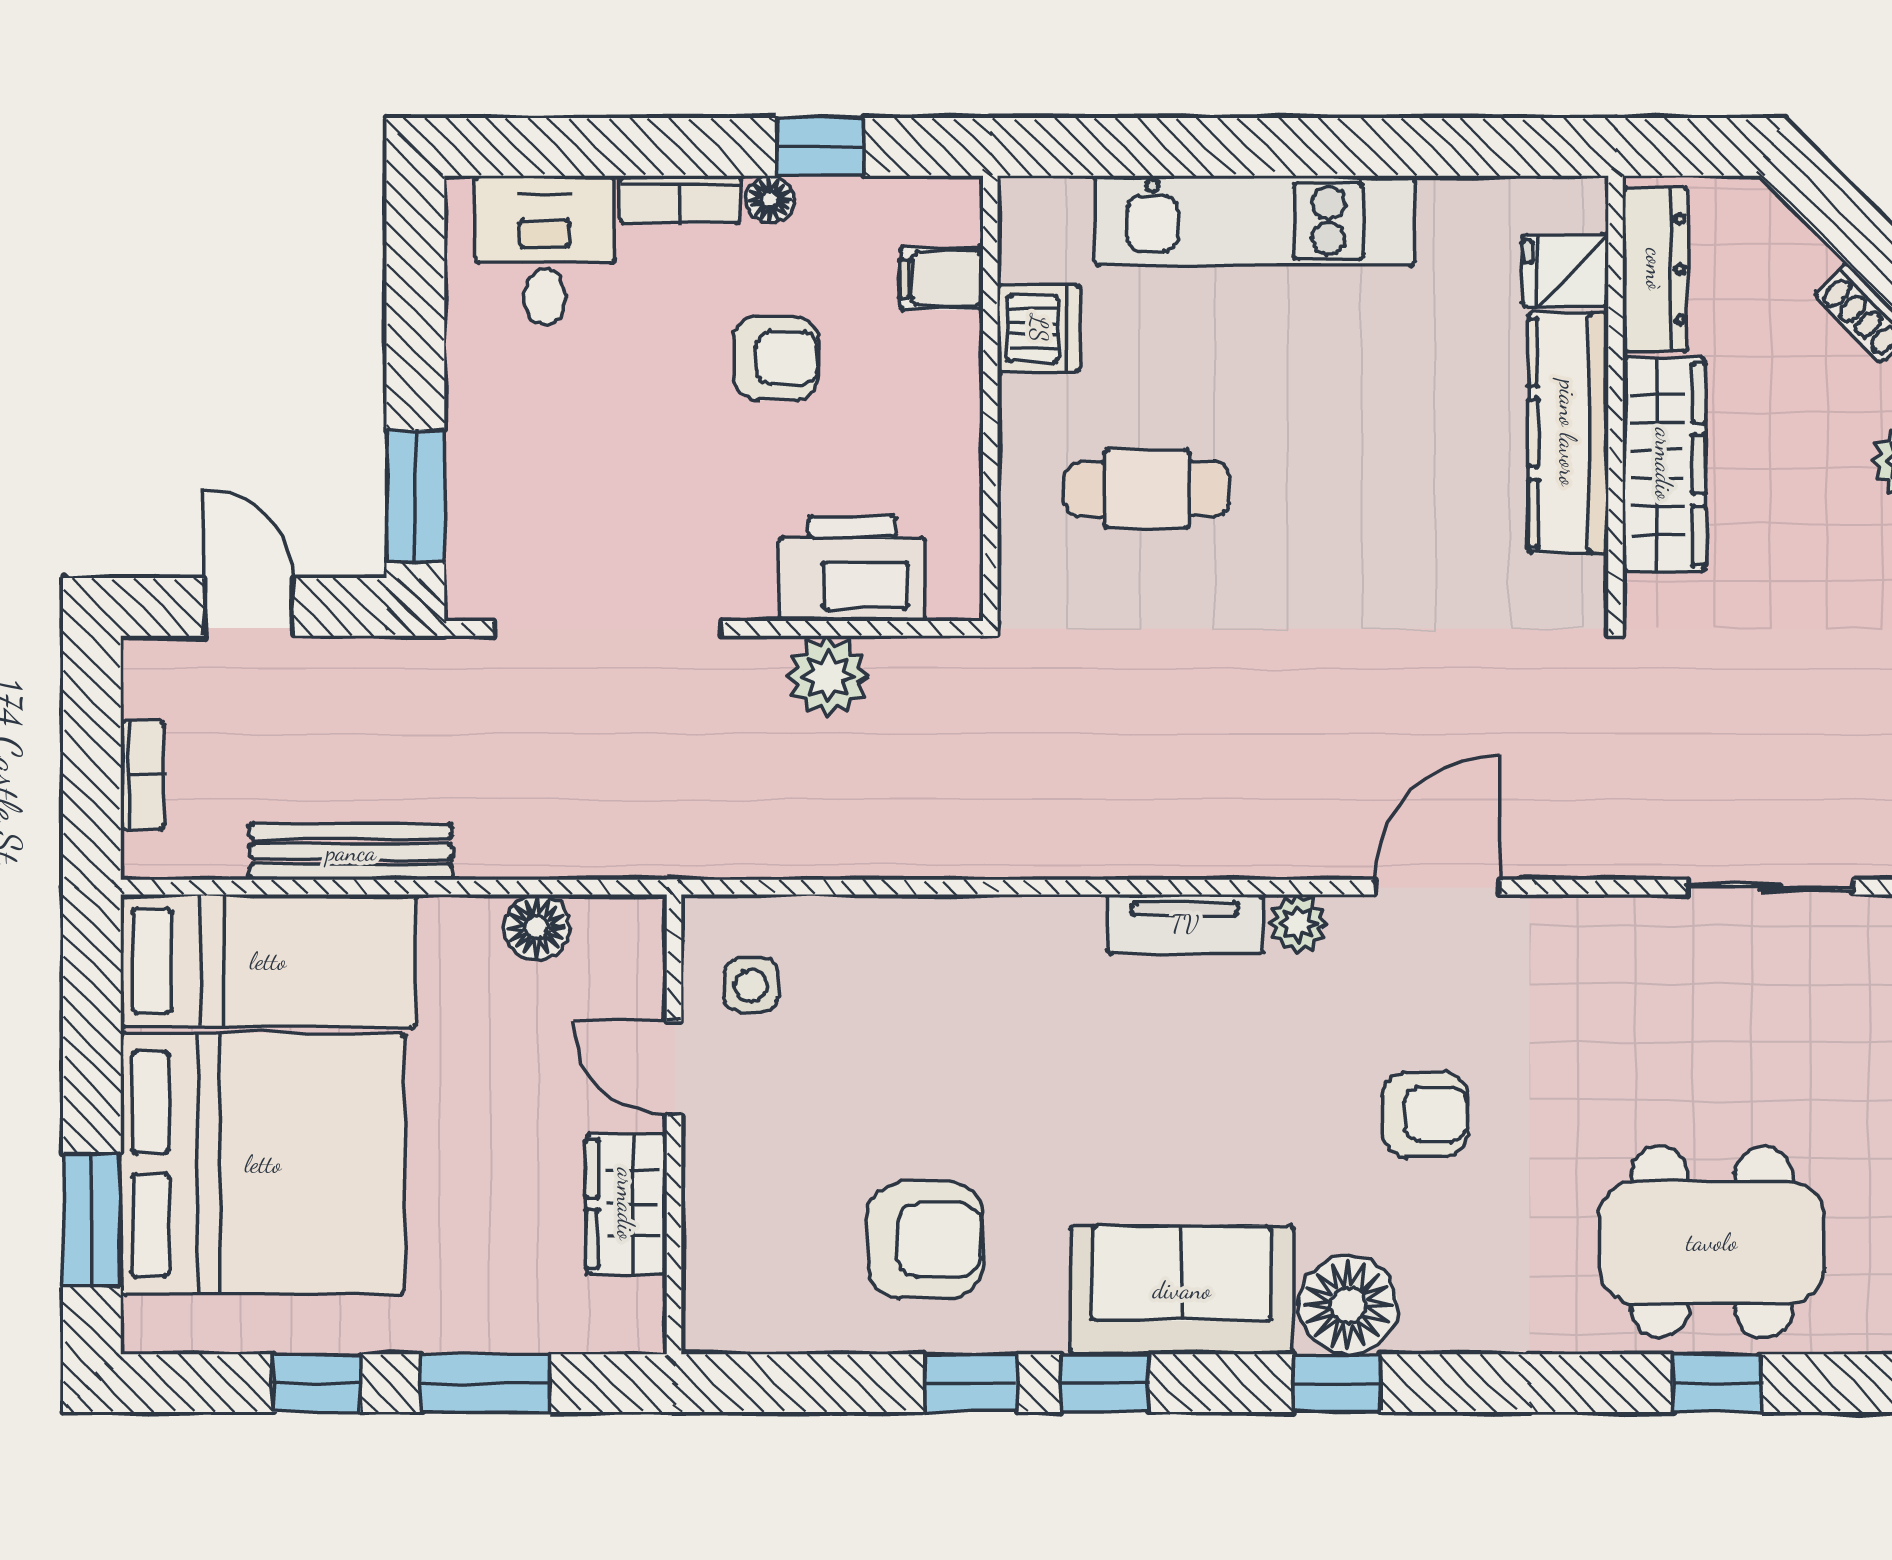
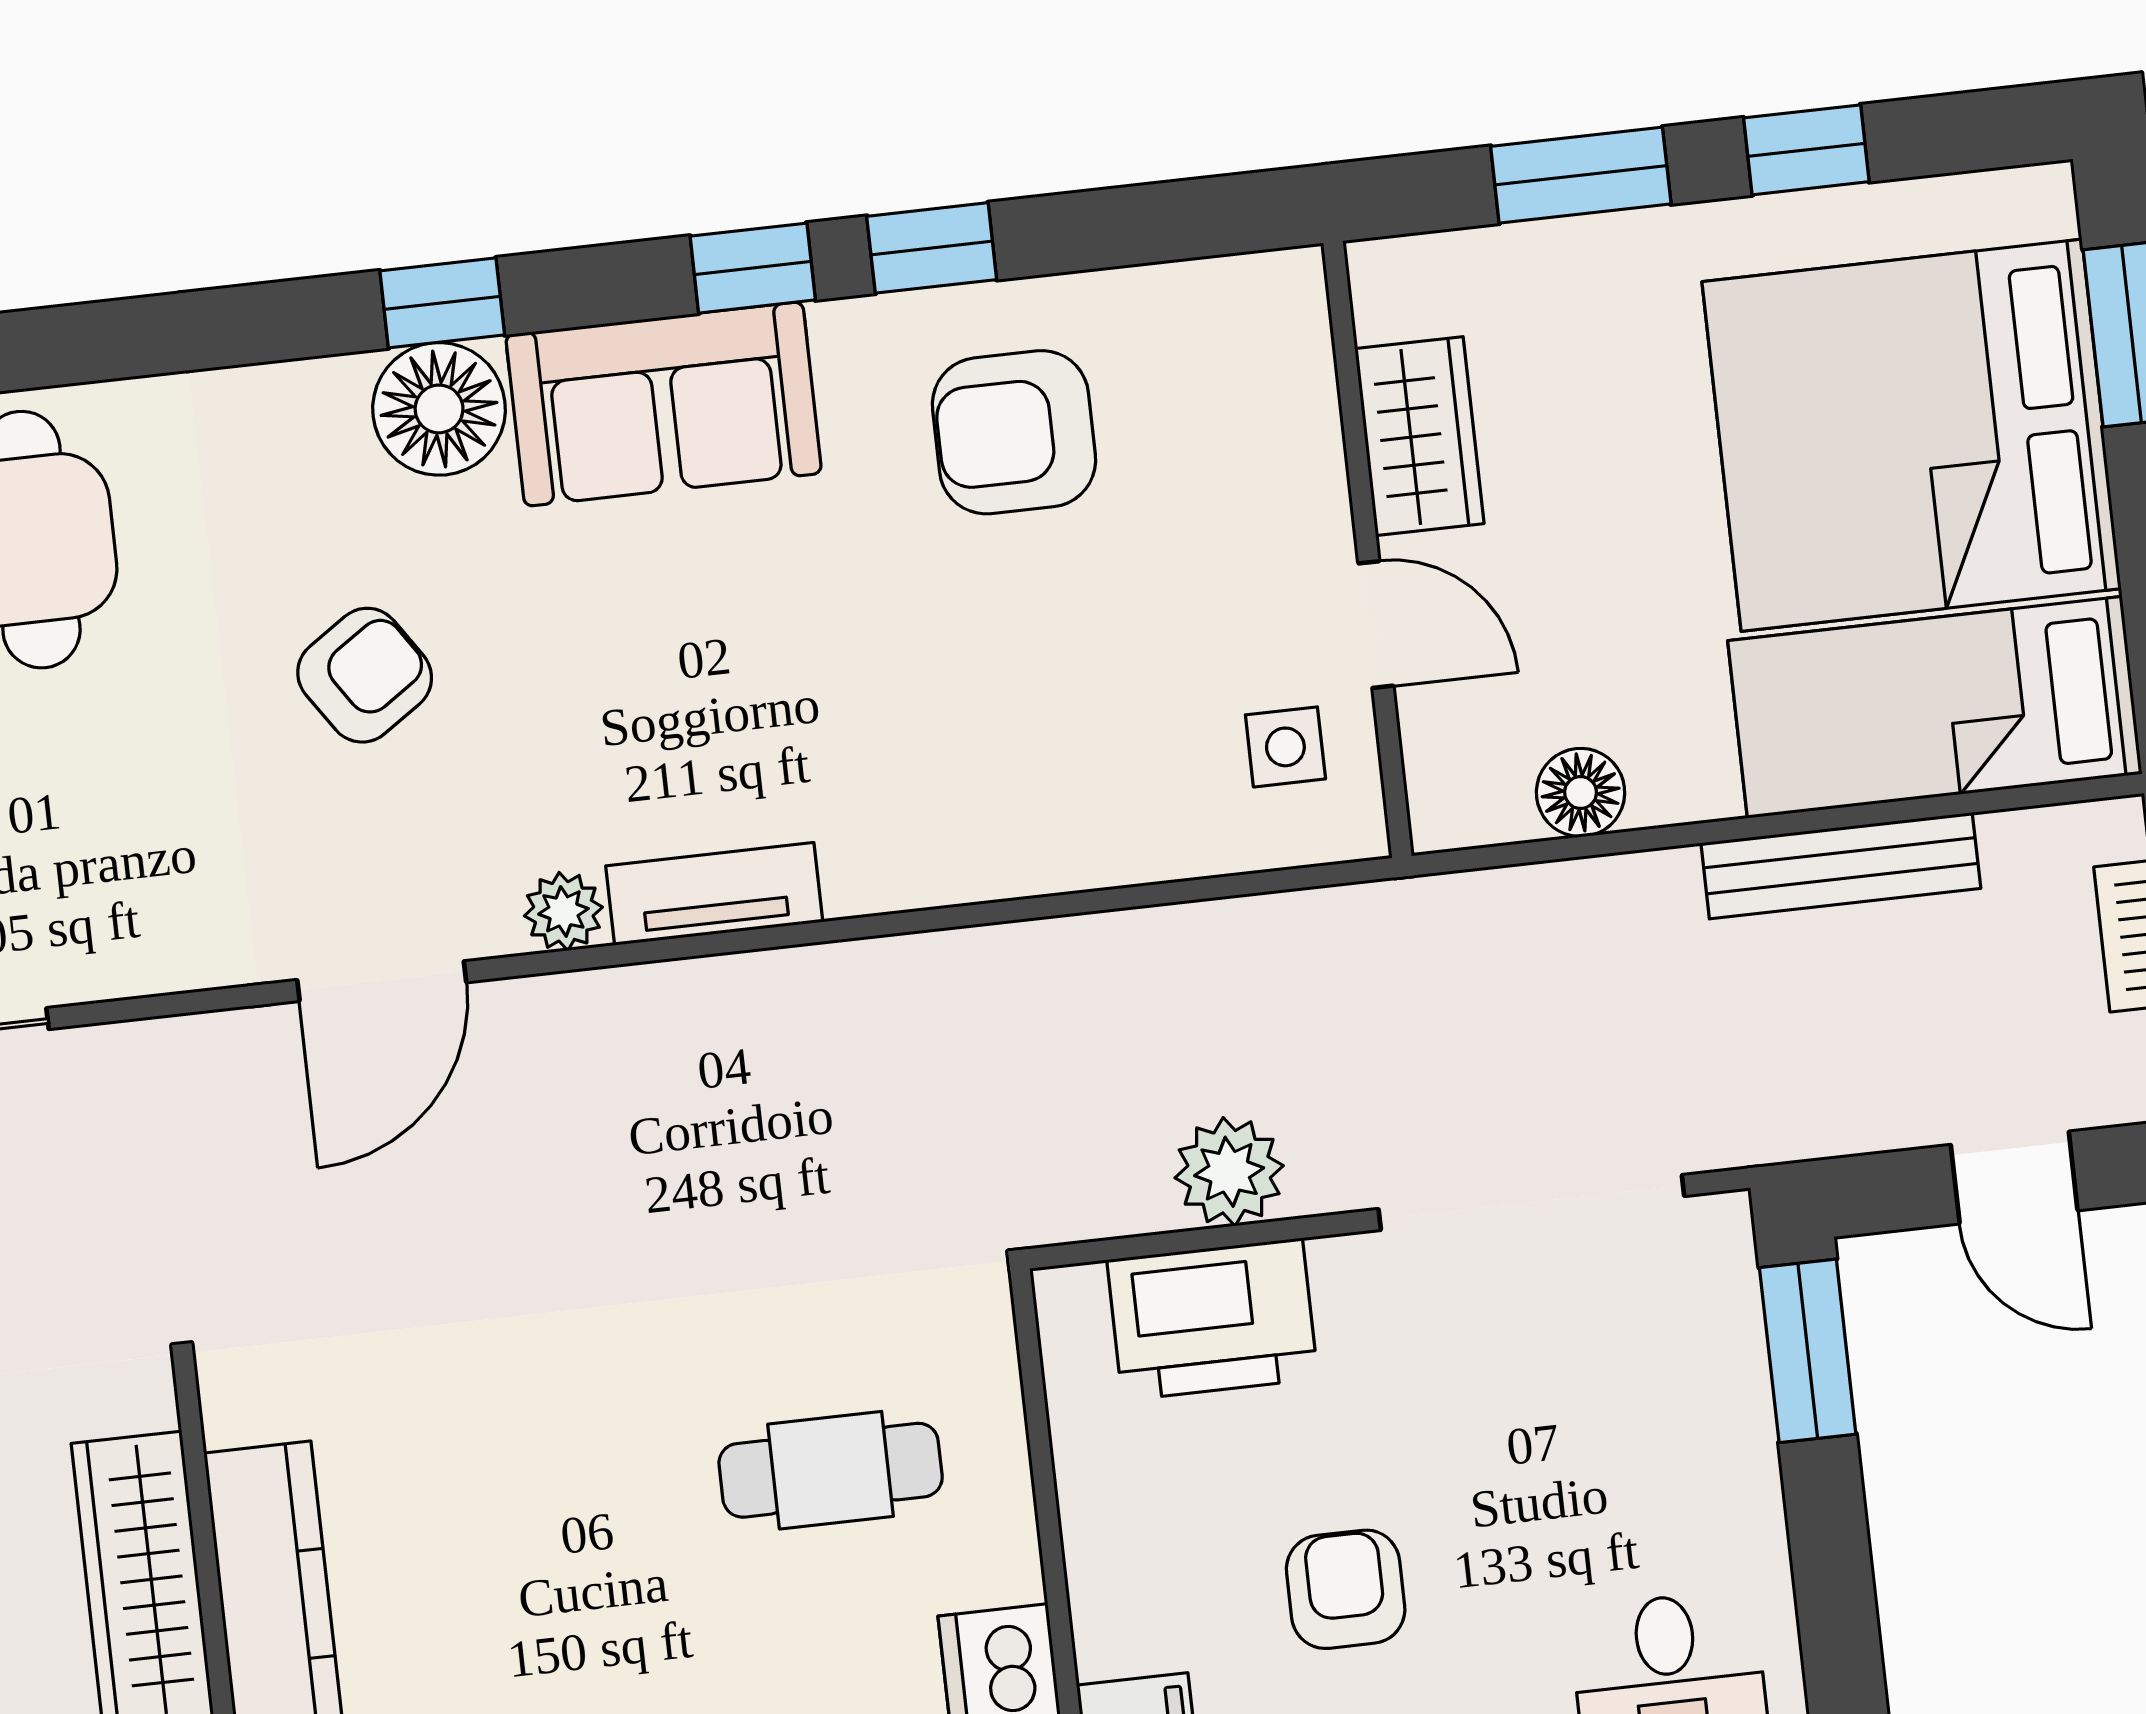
armchair: (776, 358) -> (1346, 1589), turned 90
armchair: (1425, 1115) -> (365, 675), turned 146

